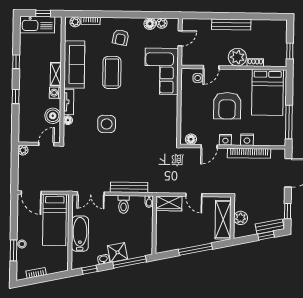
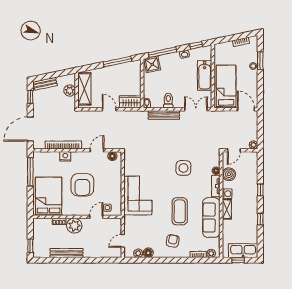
bench: (231, 25) -> (66, 253), moved
window: (290, 51) -> (30, 246), moved
corner sofa: (162, 71) -> (138, 196), moved
armchair: (227, 106) -> (82, 185), turned 180
nightstand: (225, 140) -> (83, 156), removed
window: (266, 236) -> (48, 76), removed
window: (195, 249) -> (118, 62), moved
shower: (118, 252) -> (152, 64), moved

